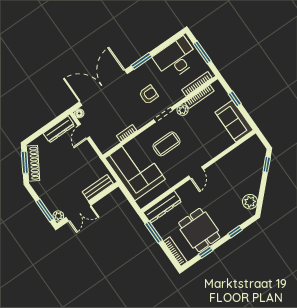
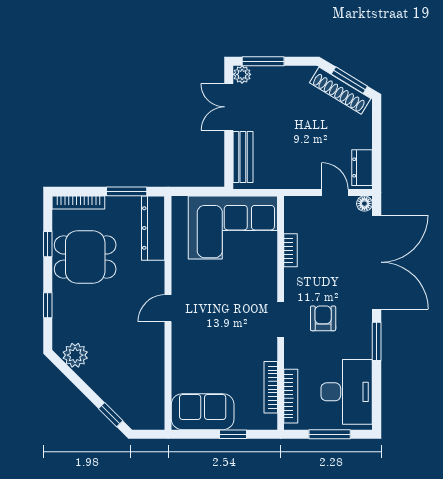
armchair: (149, 95) -> (323, 318), turned 180
plant: (183, 110) -> (268, 350), removed
dresser: (59, 129) -> (362, 168), width x0.70
coffee table: (166, 144) -> (237, 295), removed
door: (196, 173) -> (168, 308), hinge flipped

